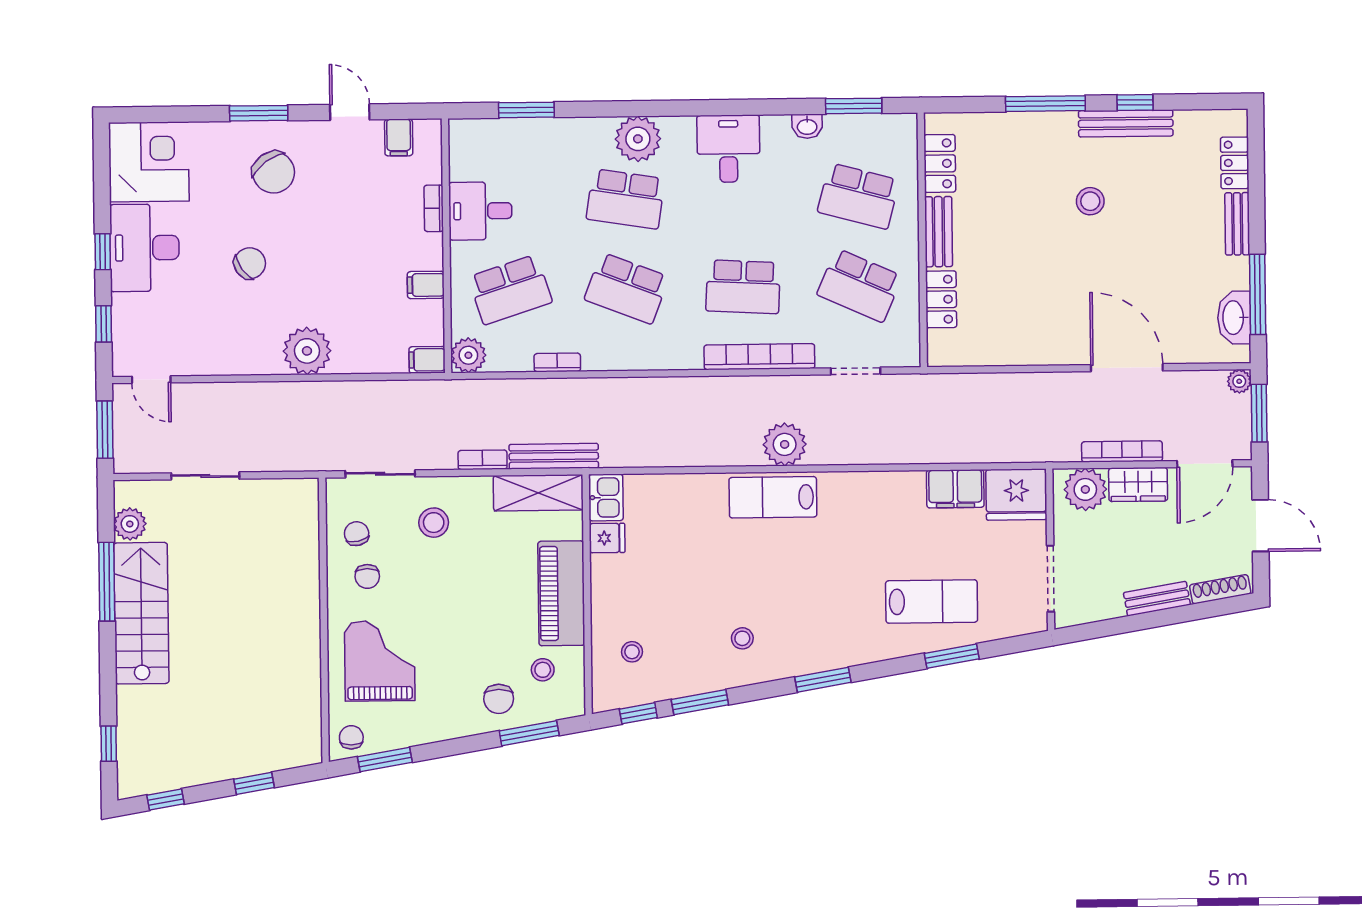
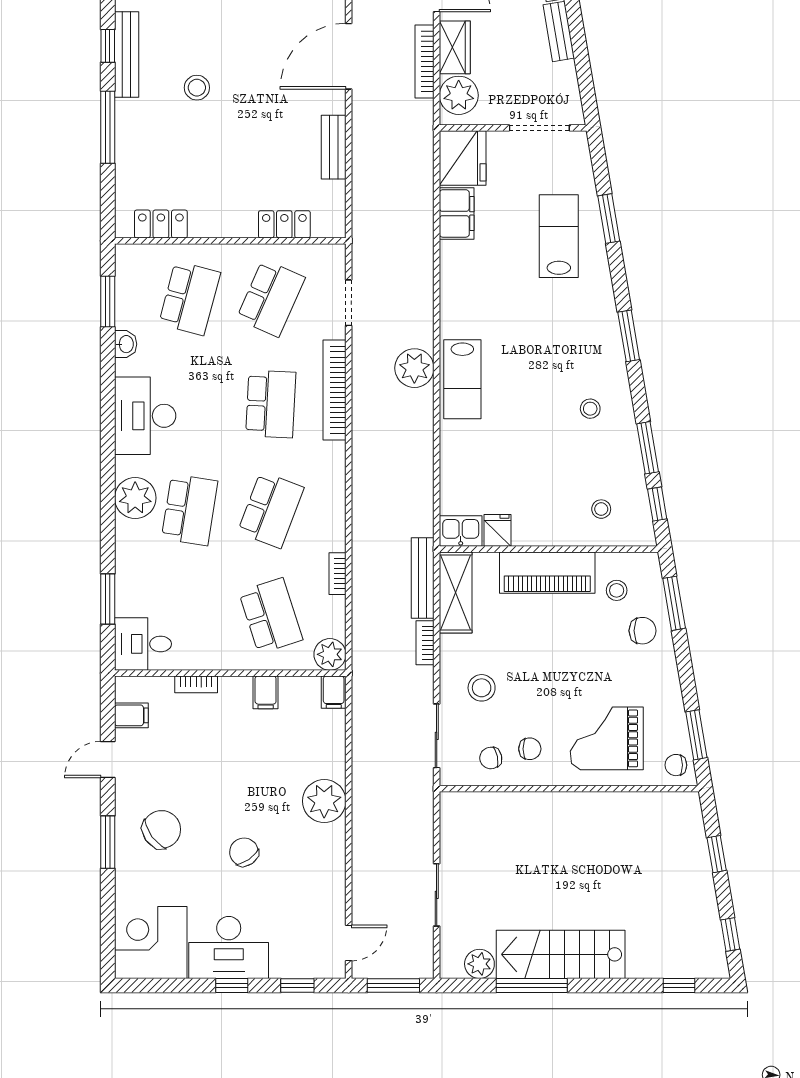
desk: (728, 149) -> (145, 416), width x1.37
desk: (480, 211) -> (143, 644), moved, turned 90
bench: (939, 232) -> (334, 147), moved, turned 90

